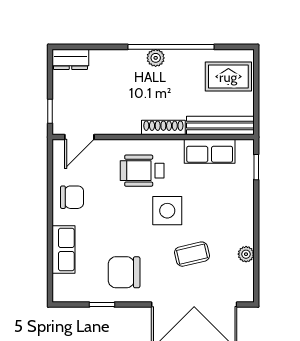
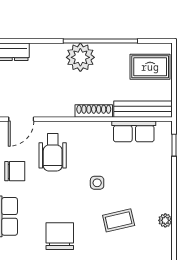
plant: (156, 58) -> (80, 57), width x1.87, depth x1.87
wheelchair: (142, 171) -> (53, 152), moved, turned -90
side table: (167, 211) -> (97, 183), width x0.54, depth x0.54
chair: (124, 272) -> (60, 236), turned 90

